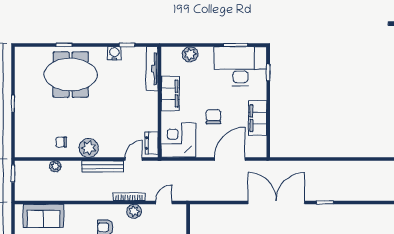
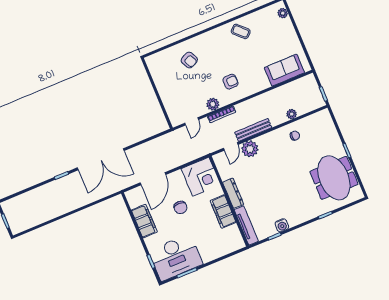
plant: (190, 54) -> (220, 250), removed
meeting table: (71, 75) -> (334, 178), moved, turned 90
dresser: (152, 143) -> (233, 193), moved, width x1.44
plant: (89, 148) -> (250, 149), moved

